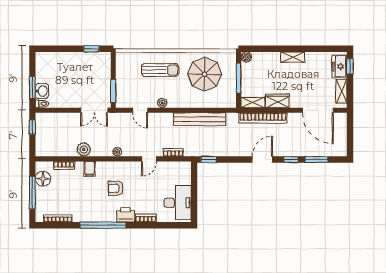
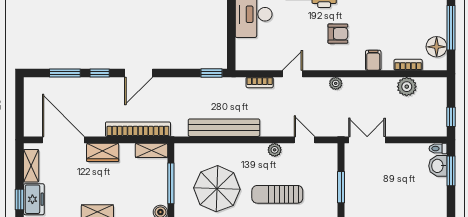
window: (113, 91) -> (341, 187), moved
wardrobe: (277, 101) -> (103, 152), moved
plant: (84, 149) -> (407, 87), moved

